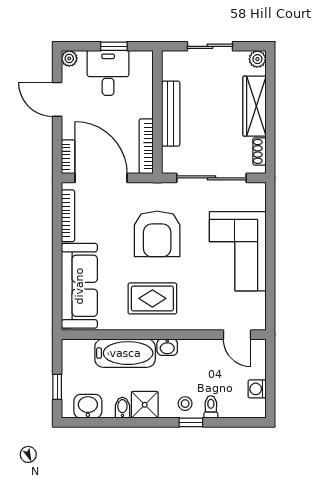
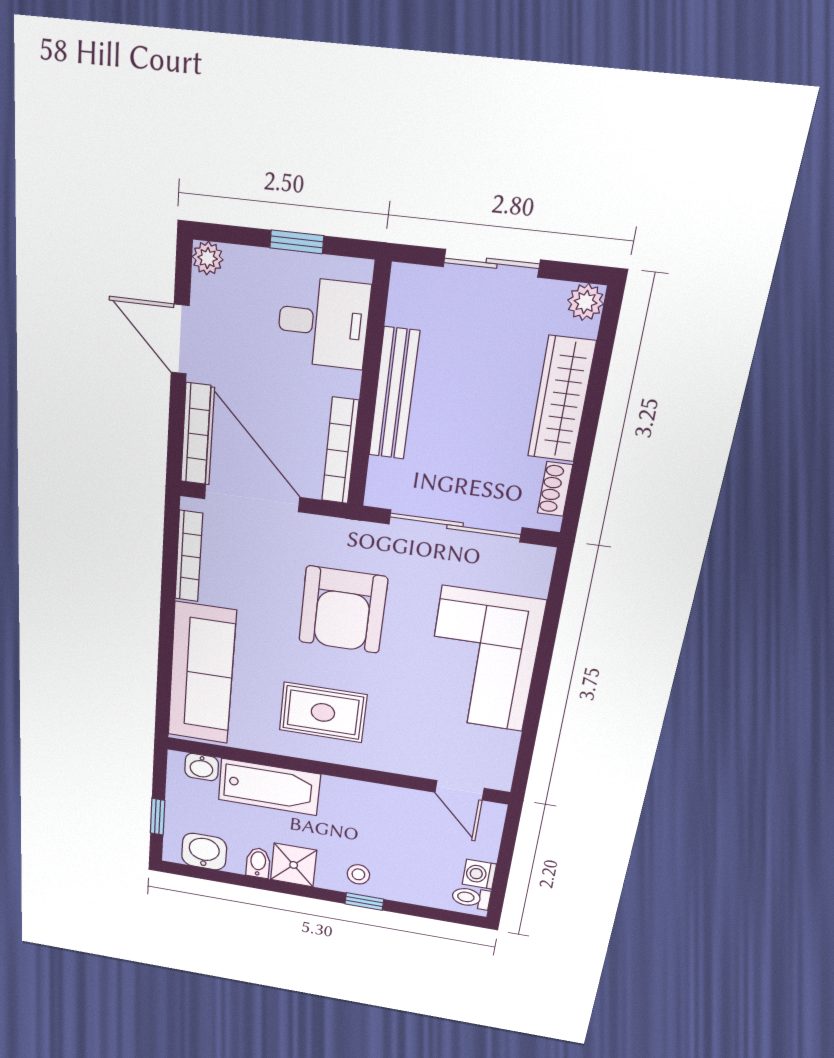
desk: (108, 73) -> (323, 323), moved, turned 90
bookcase: (68, 157) -> (196, 434), width x1.56
washbasin: (167, 347) -> (202, 767), moved
toilet: (211, 407) -> (471, 898), moved, turned -90

